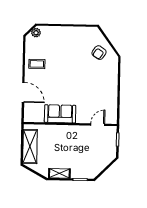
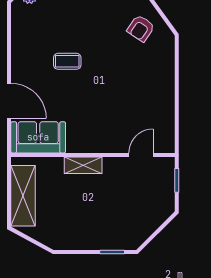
coffee table: (37, 64) -> (67, 61), moved
sofa: (60, 114) -> (38, 137), moved
shelving: (59, 173) -> (83, 165), moved

